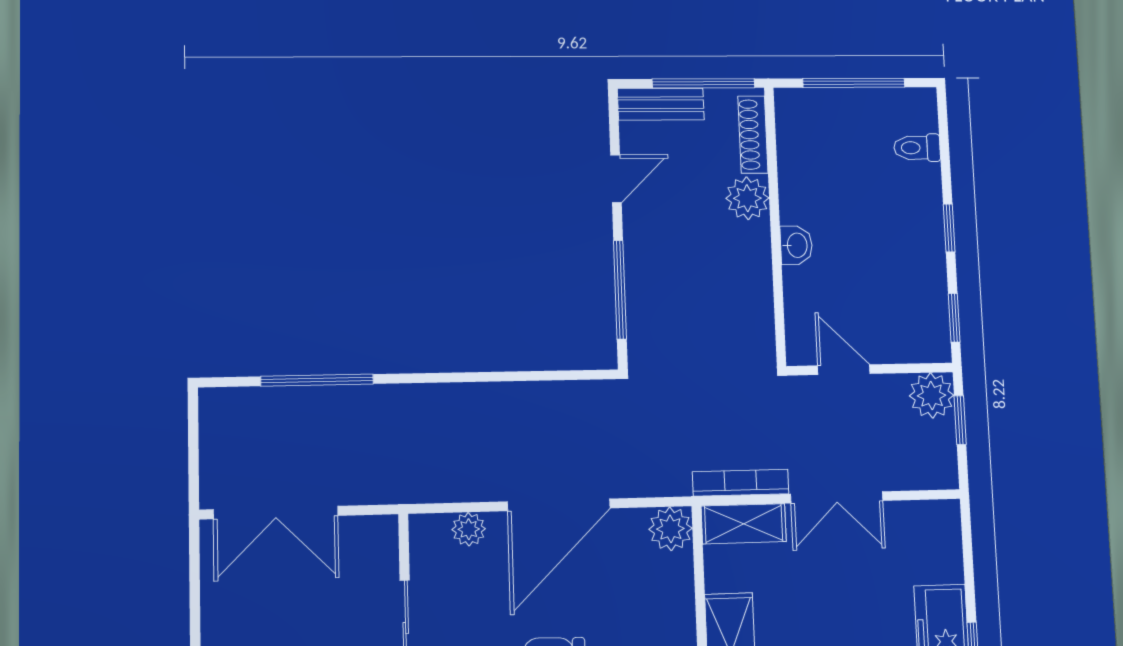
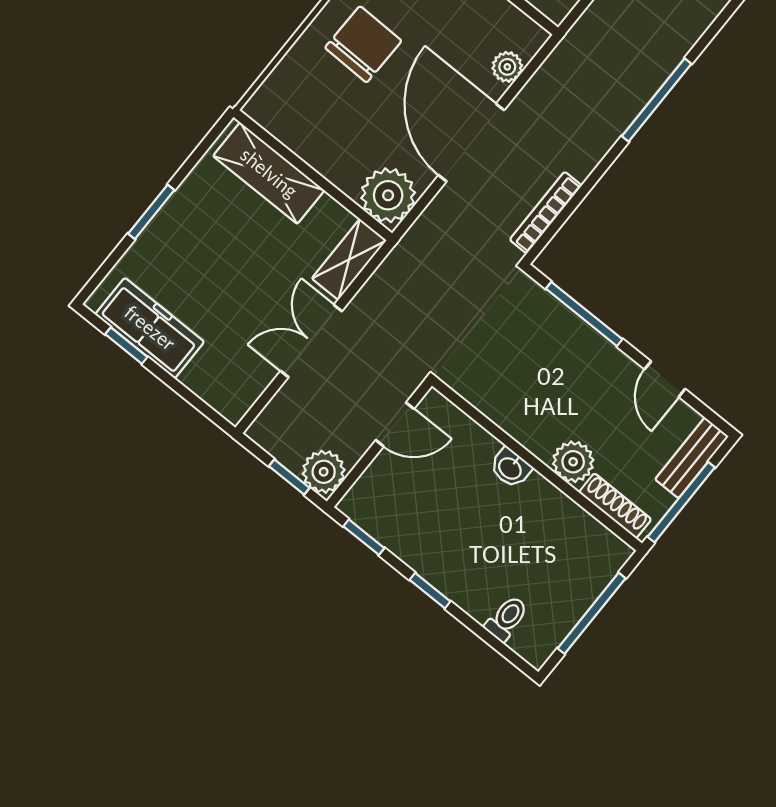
window: (317, 380) -> (657, 100), moved
bookcase: (741, 483) -> (546, 213), moved, turned 180
plant: (670, 529) -> (388, 195), width x1.36, depth x1.36

